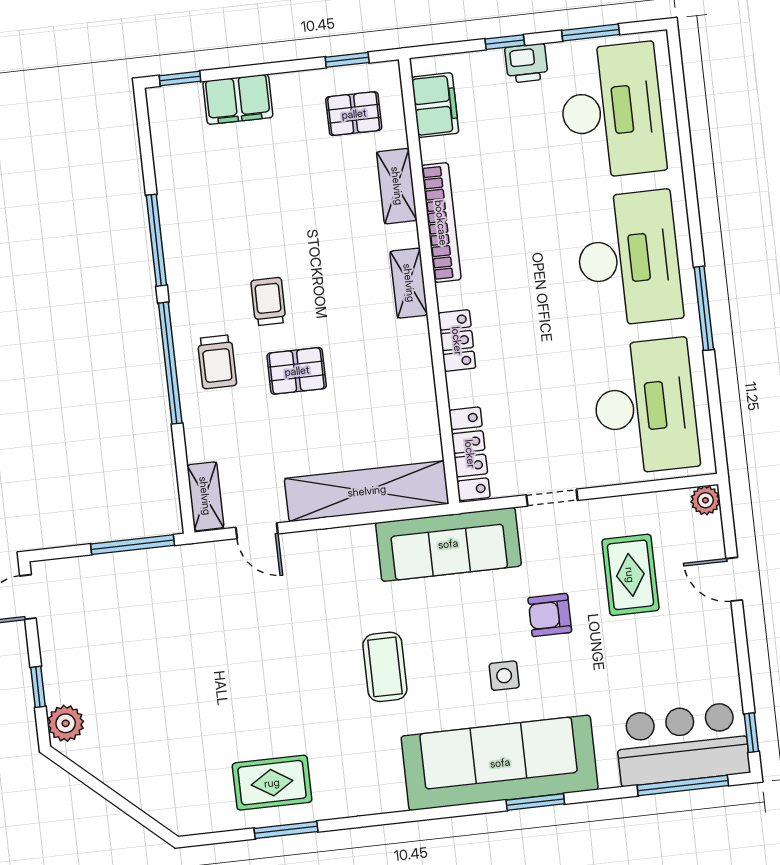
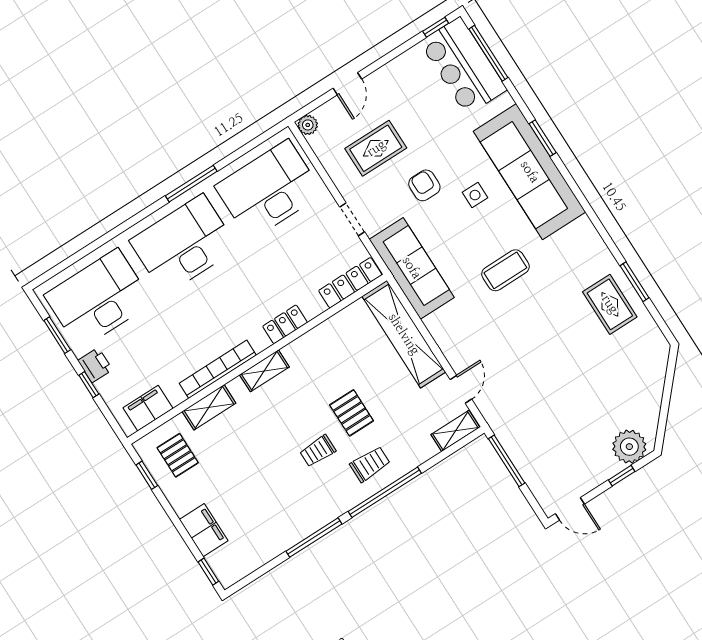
armchair: (550, 615) -> (424, 185), turned 180
plant: (66, 723) -> (629, 447), width x1.36, depth x1.36

